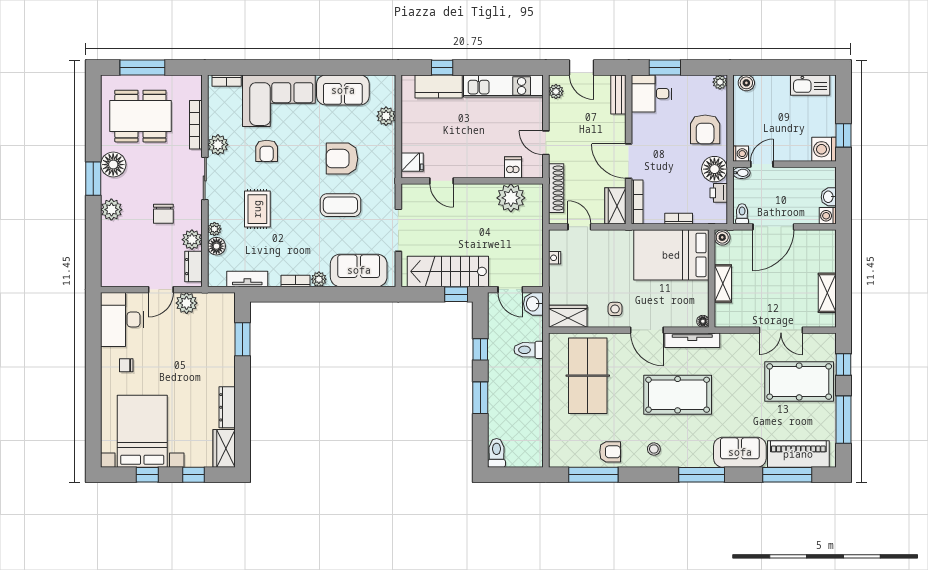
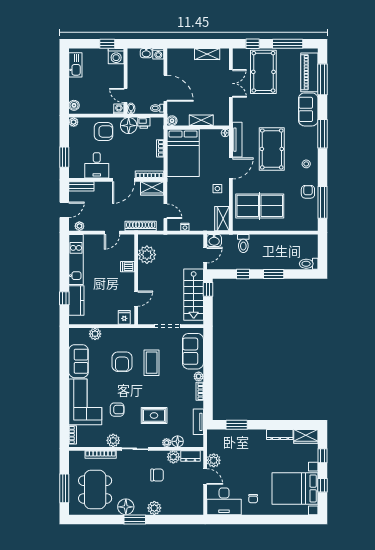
desk: (652, 94) -> (97, 165), moved
dishwasher: (513, 167) -> (128, 267), moved
door: (579, 227) -> (165, 211), swing flipped

